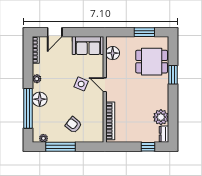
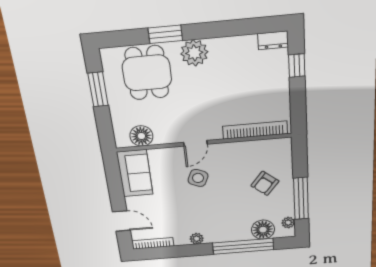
floor lamp: (40, 99) -> (263, 230), moved
plant: (161, 117) -> (194, 53), moved

